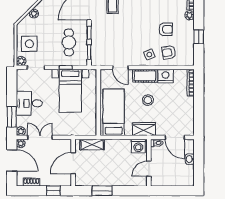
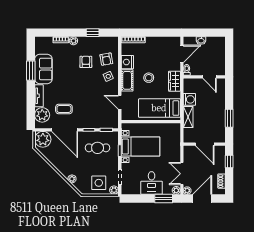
door: (120, 67) -> (120, 102), swing flipped
shelving: (92, 145) -> (188, 117), moved
washing machine: (138, 146) -> (189, 99), moved

